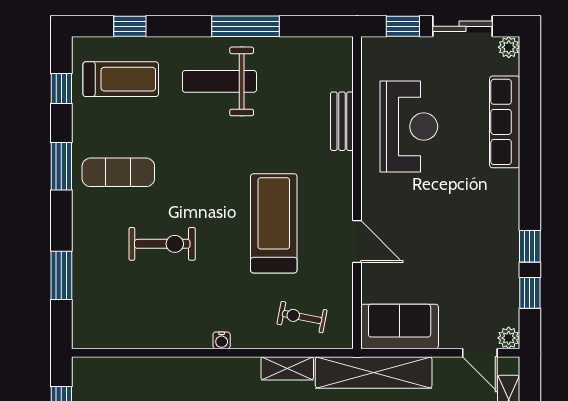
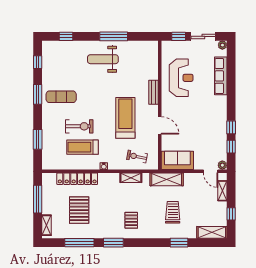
treadmill: (121, 79) -> (82, 147), moved, turned 180
bench: (342, 121) -> (153, 92), moved
locker: (157, 371) -> (77, 179), added
shelving: (374, 372) -> (167, 179), width x0.68

